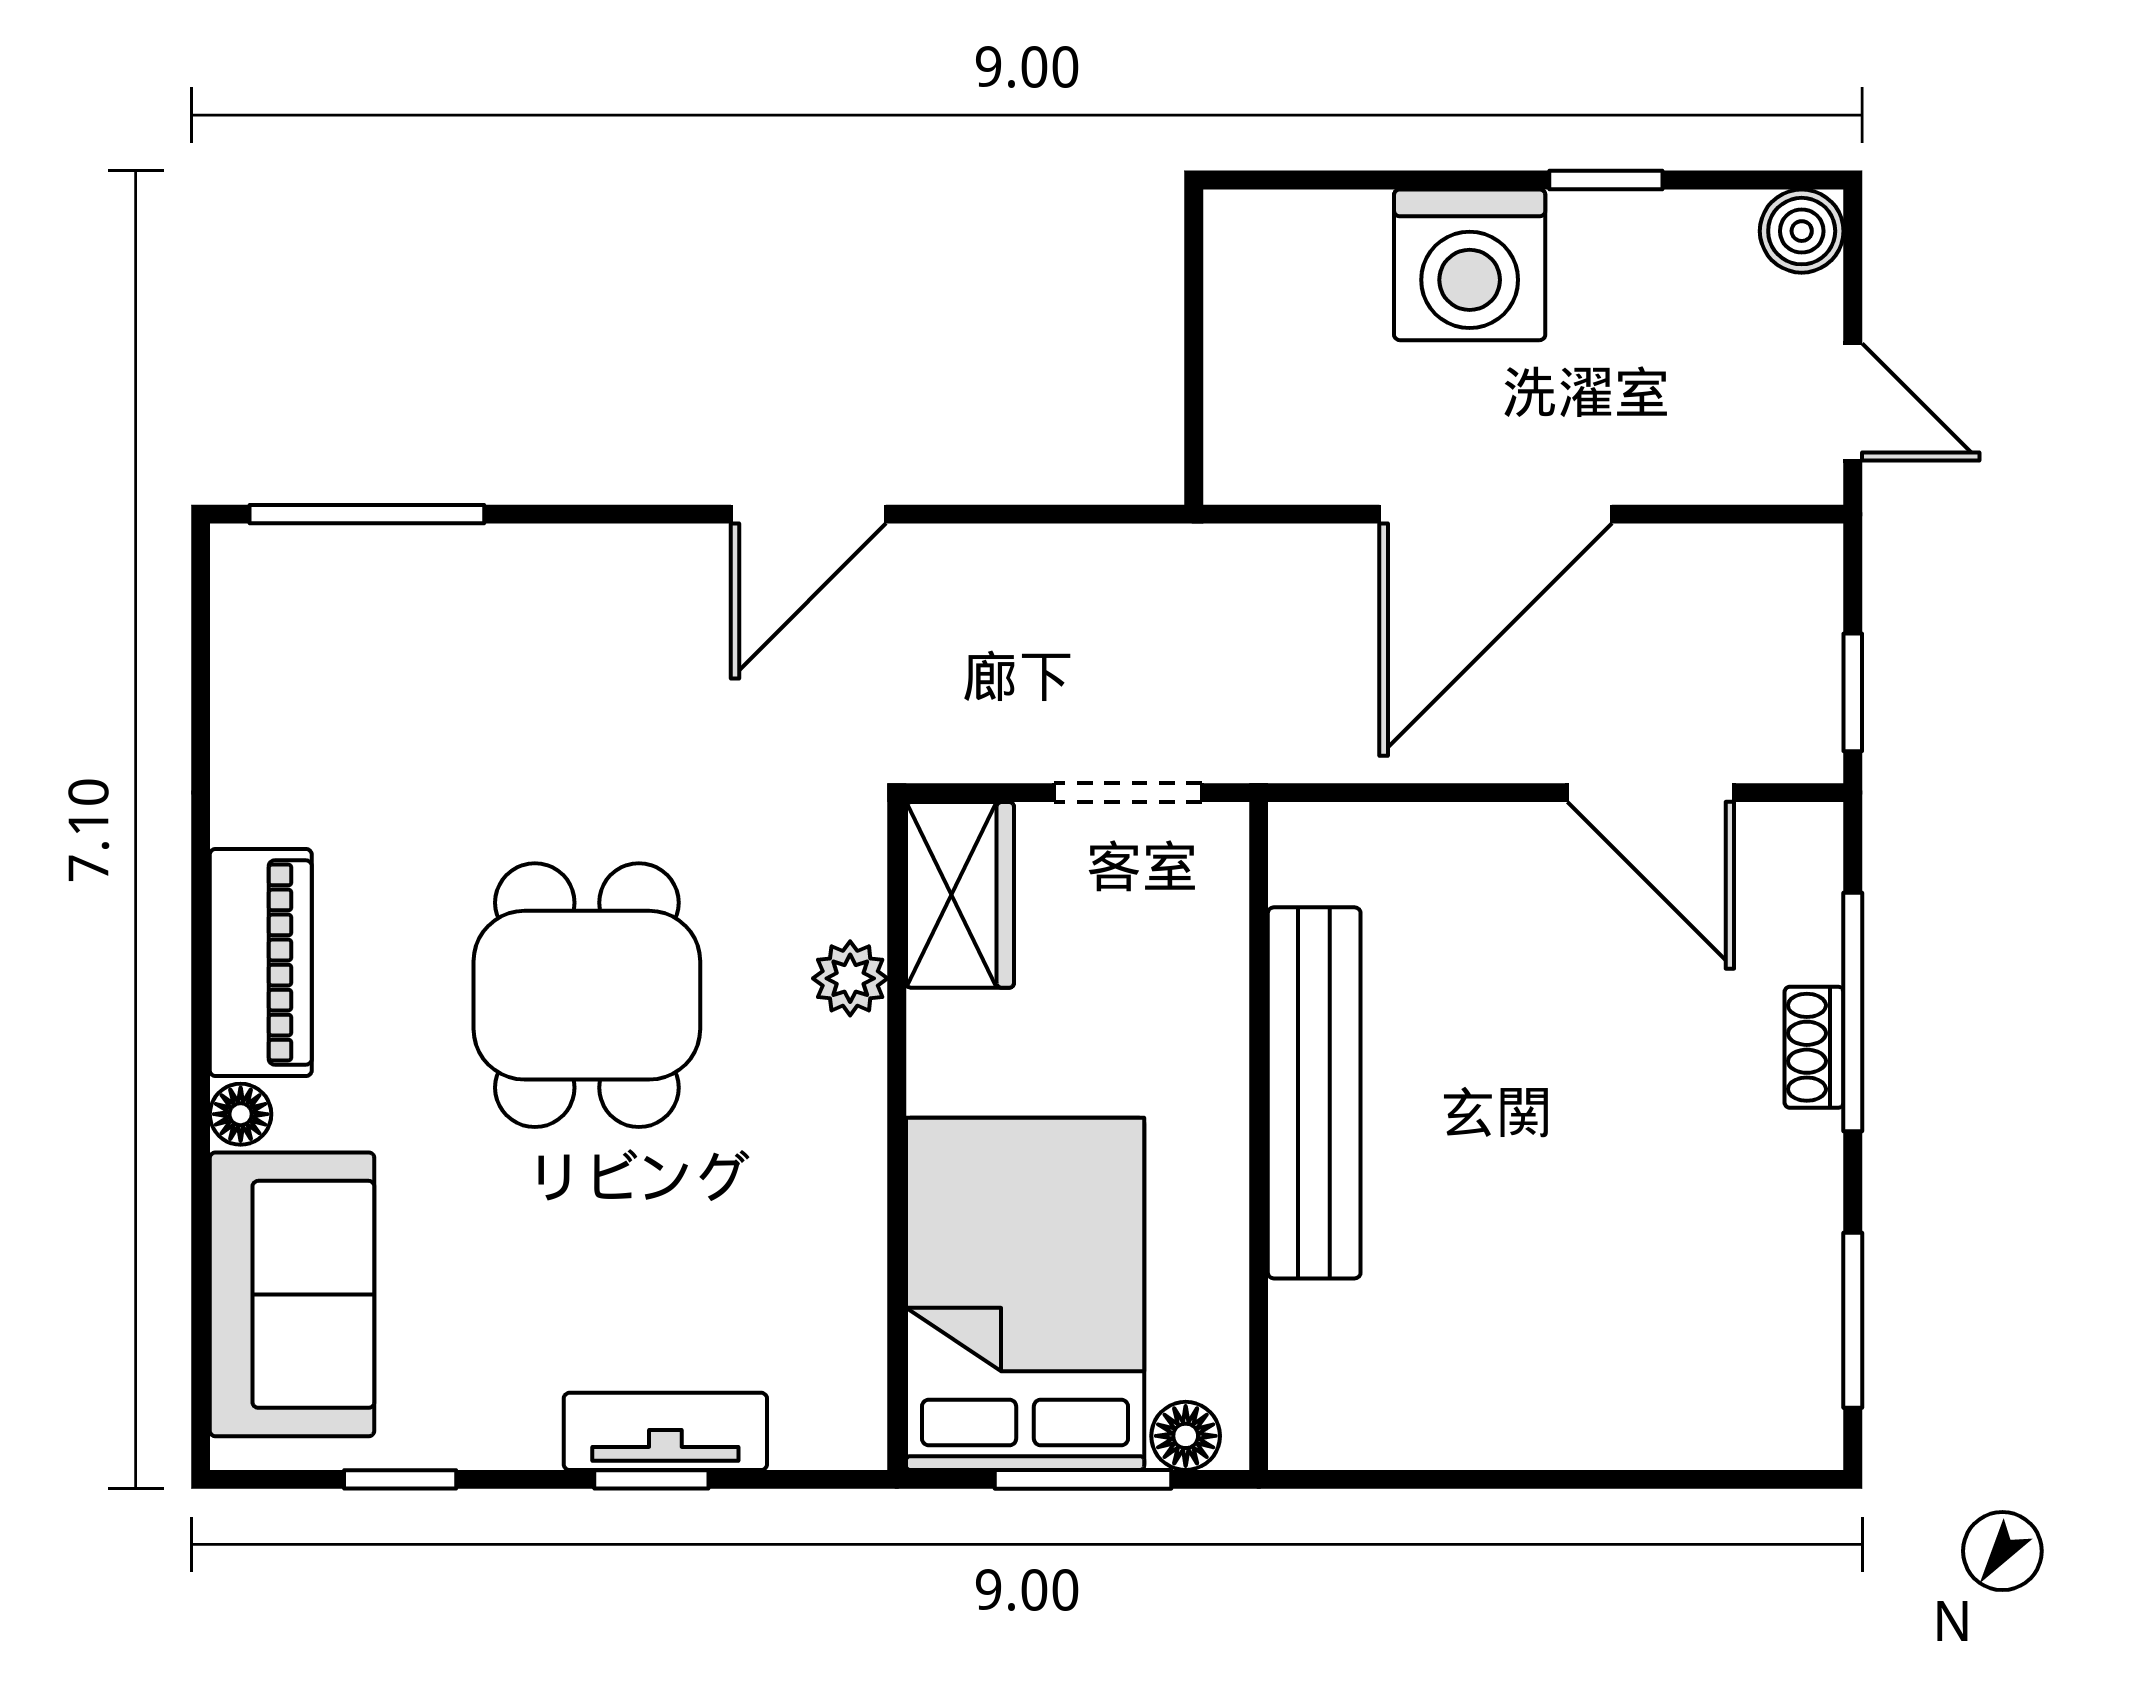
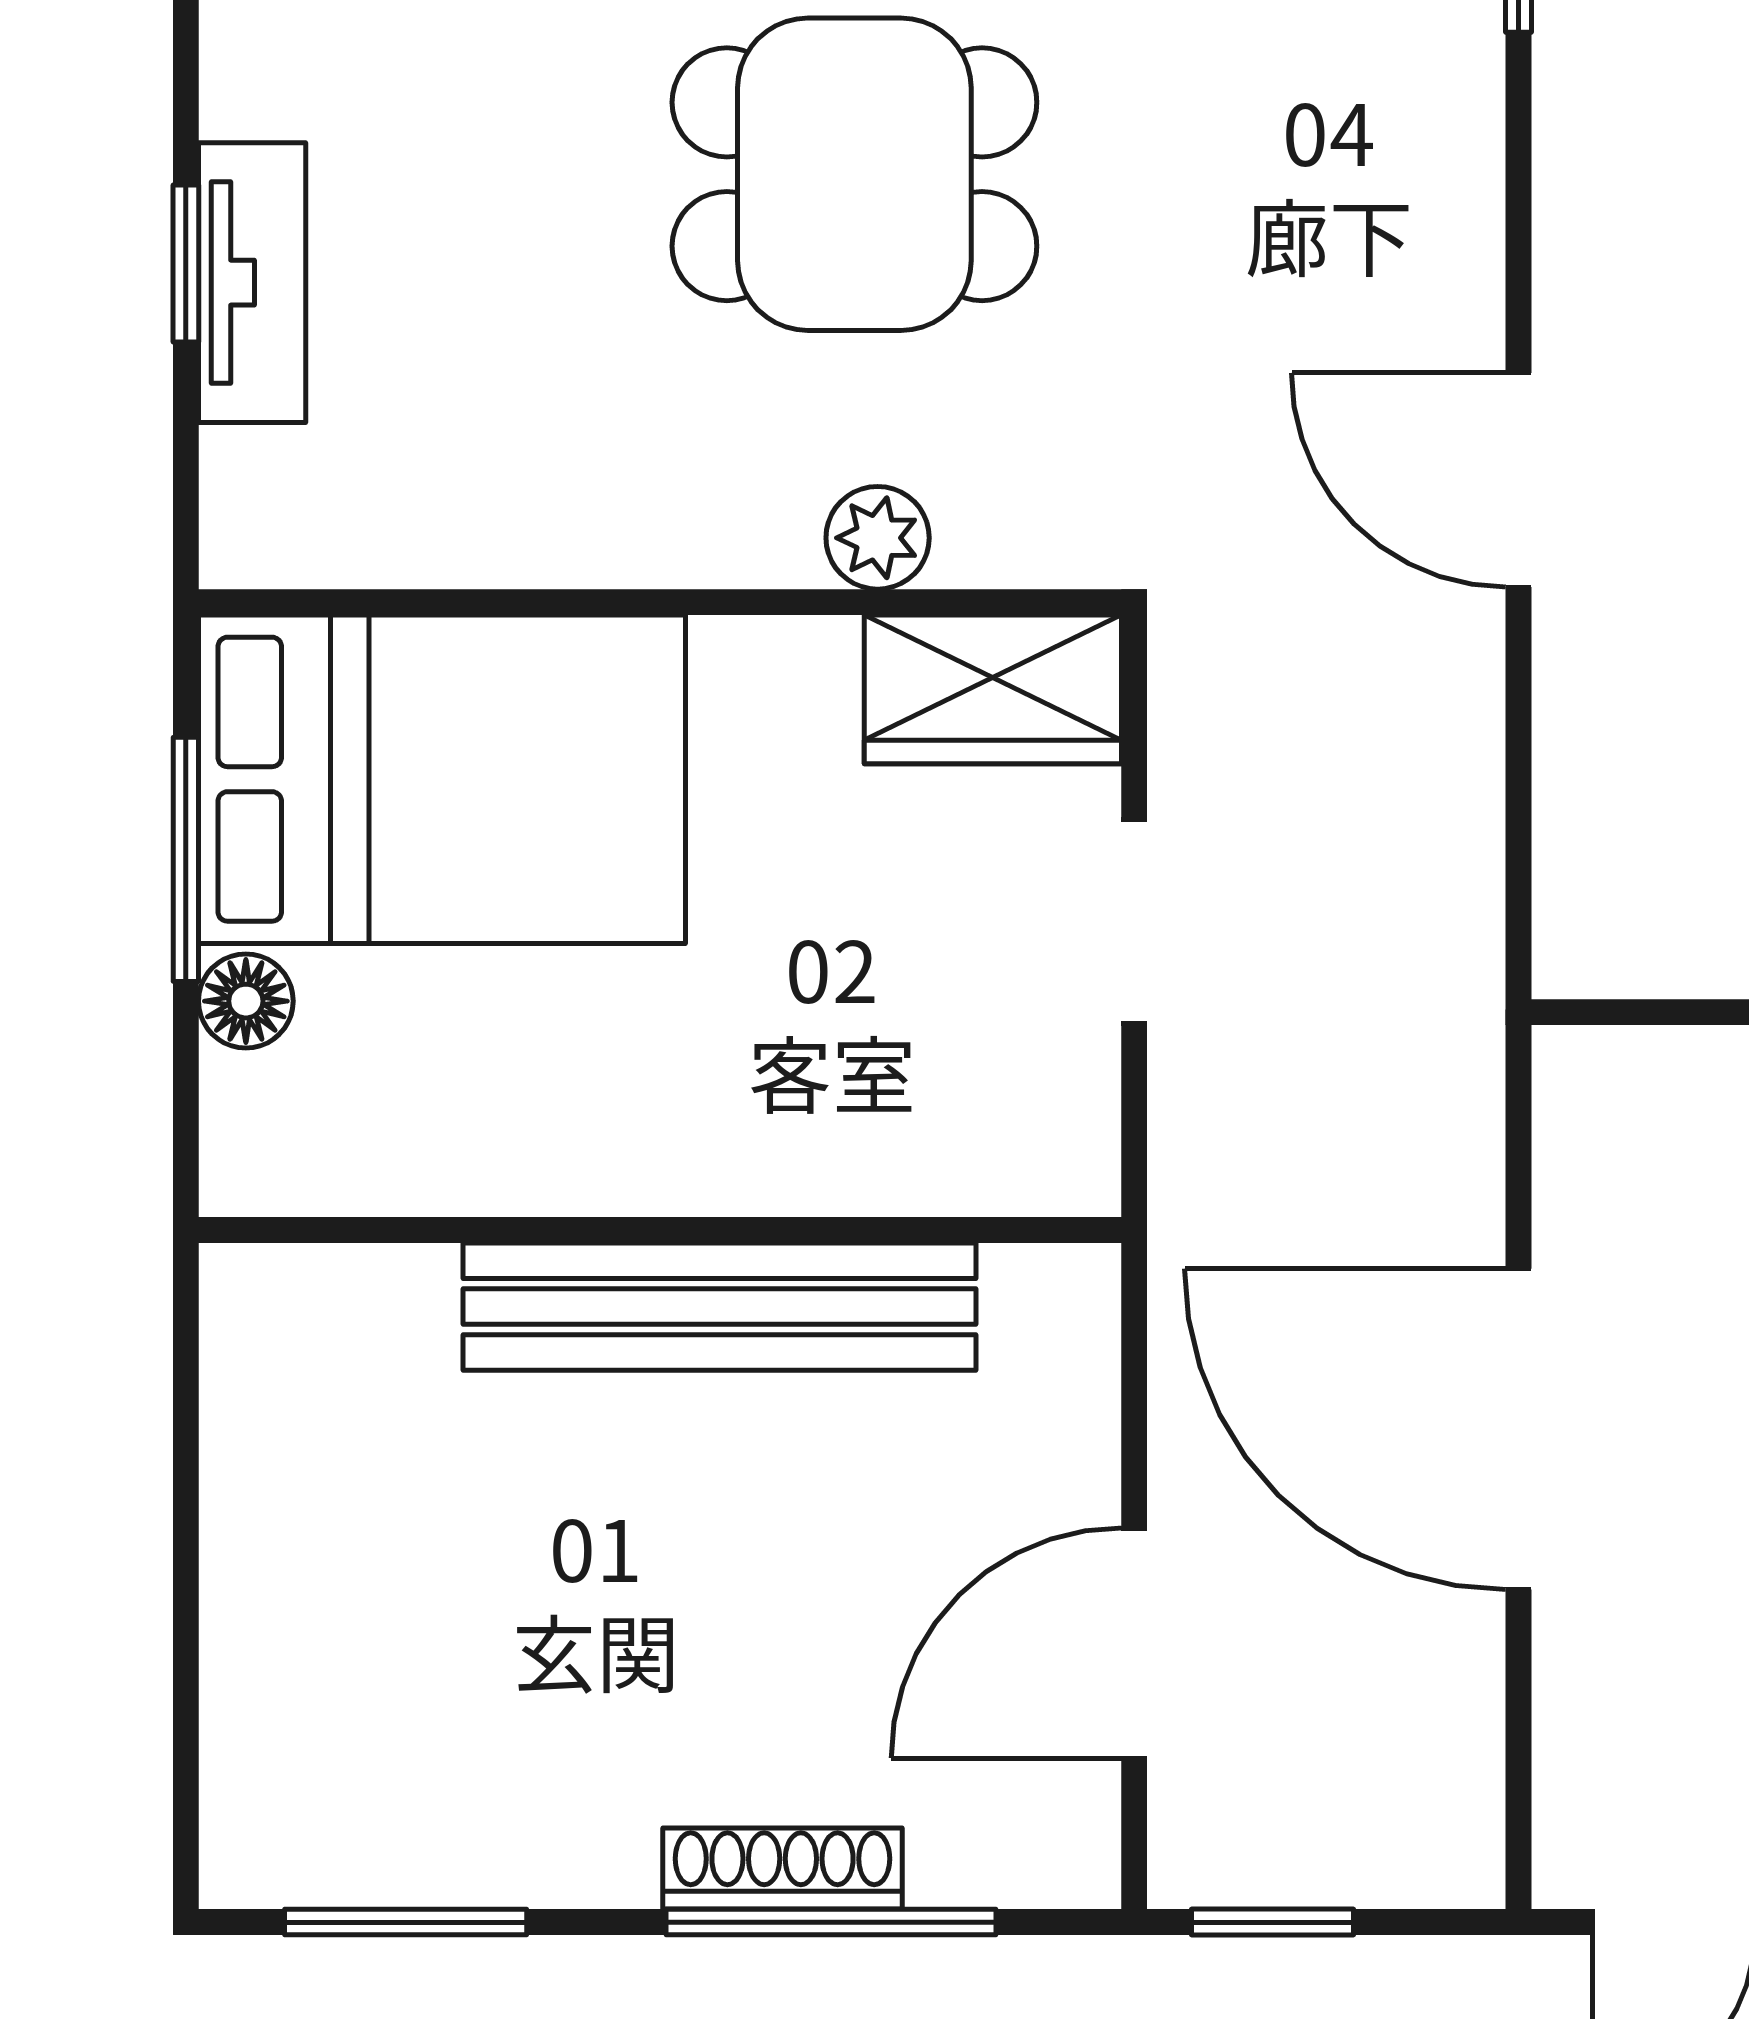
shoe rack: (1814, 1047) -> (782, 1868), width x1.43
bench: (1314, 1093) -> (720, 1307), moved
wall: (1259, 1136) -> (660, 1230), moved

